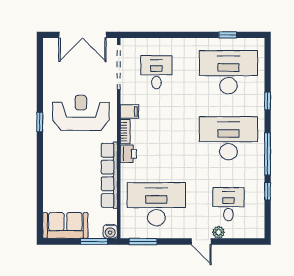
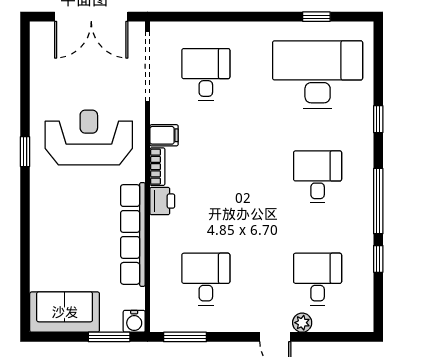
desk: (228, 138) -> (318, 177), width x0.53, depth x0.77
desk: (156, 204) -> (206, 279), width x0.53, depth x0.77

